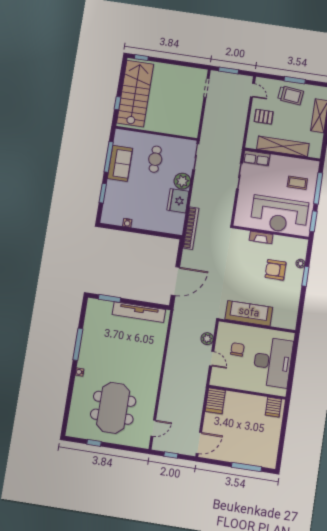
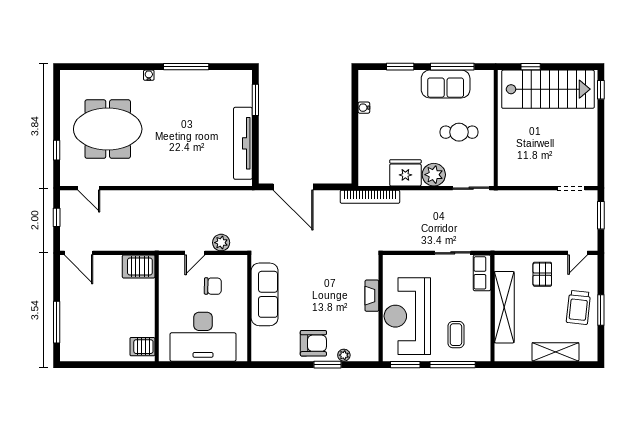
armchair: (275, 270) -> (313, 343), moved, turned 90
window: (94, 443) -> (57, 150), moved

